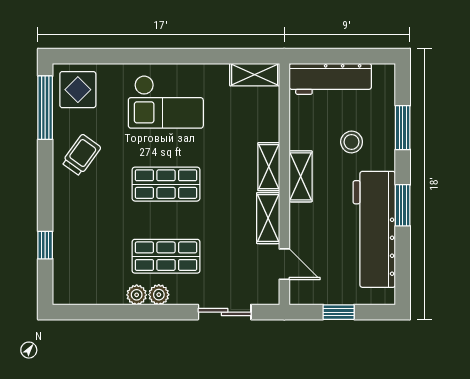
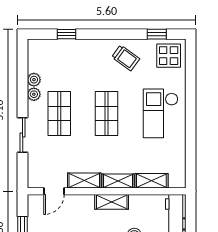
shelving: (255, 75) -> (151, 181), moved, turned 90
window: (45, 108) -> (157, 34), width x0.46
plant: (159, 295) -> (34, 80), moved
sliding door: (225, 312) -> (23, 135), moved

